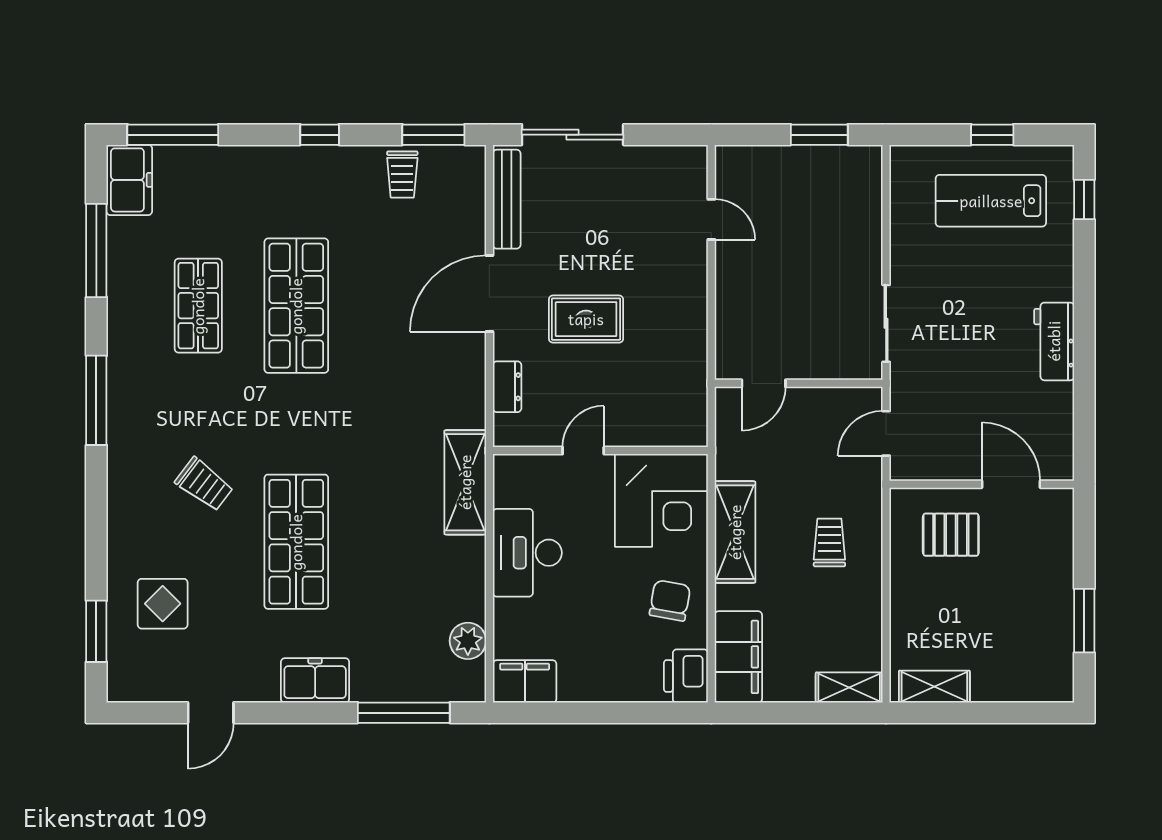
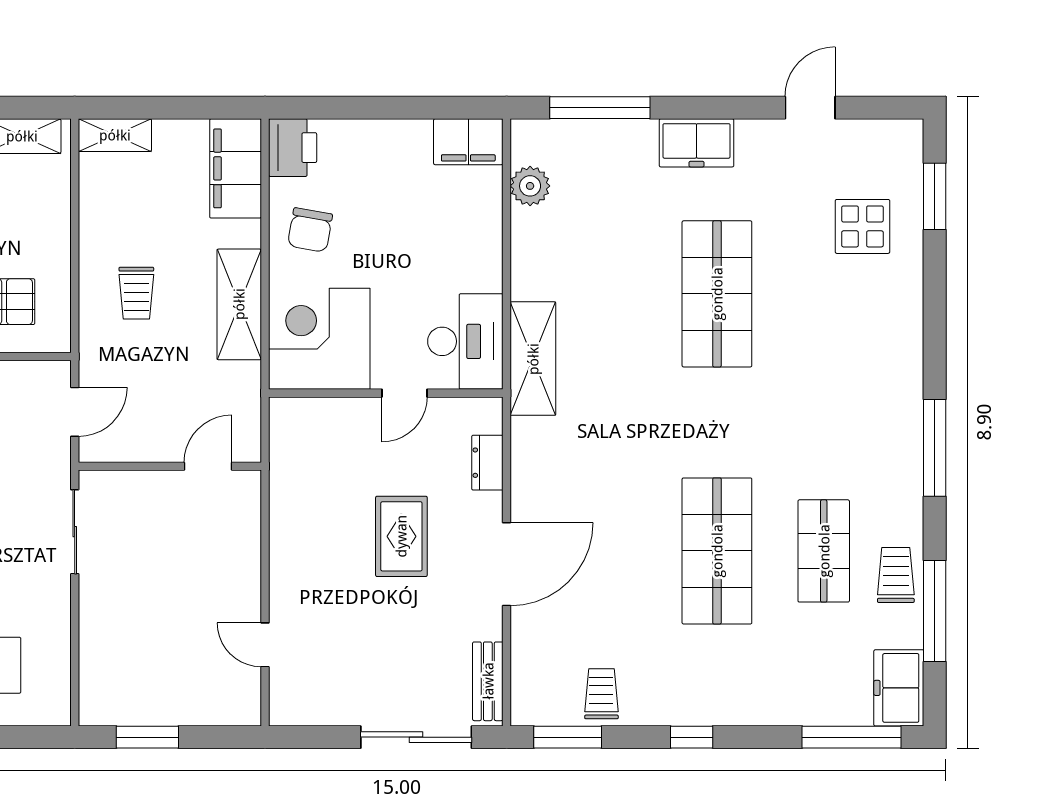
bench: (507, 199) -> (488, 681), width x0.73
rug: (586, 319) -> (401, 536), turned 90
trolley: (204, 484) -> (896, 575), moved, turned 53
desk: (527, 553) -> (465, 341), moved

